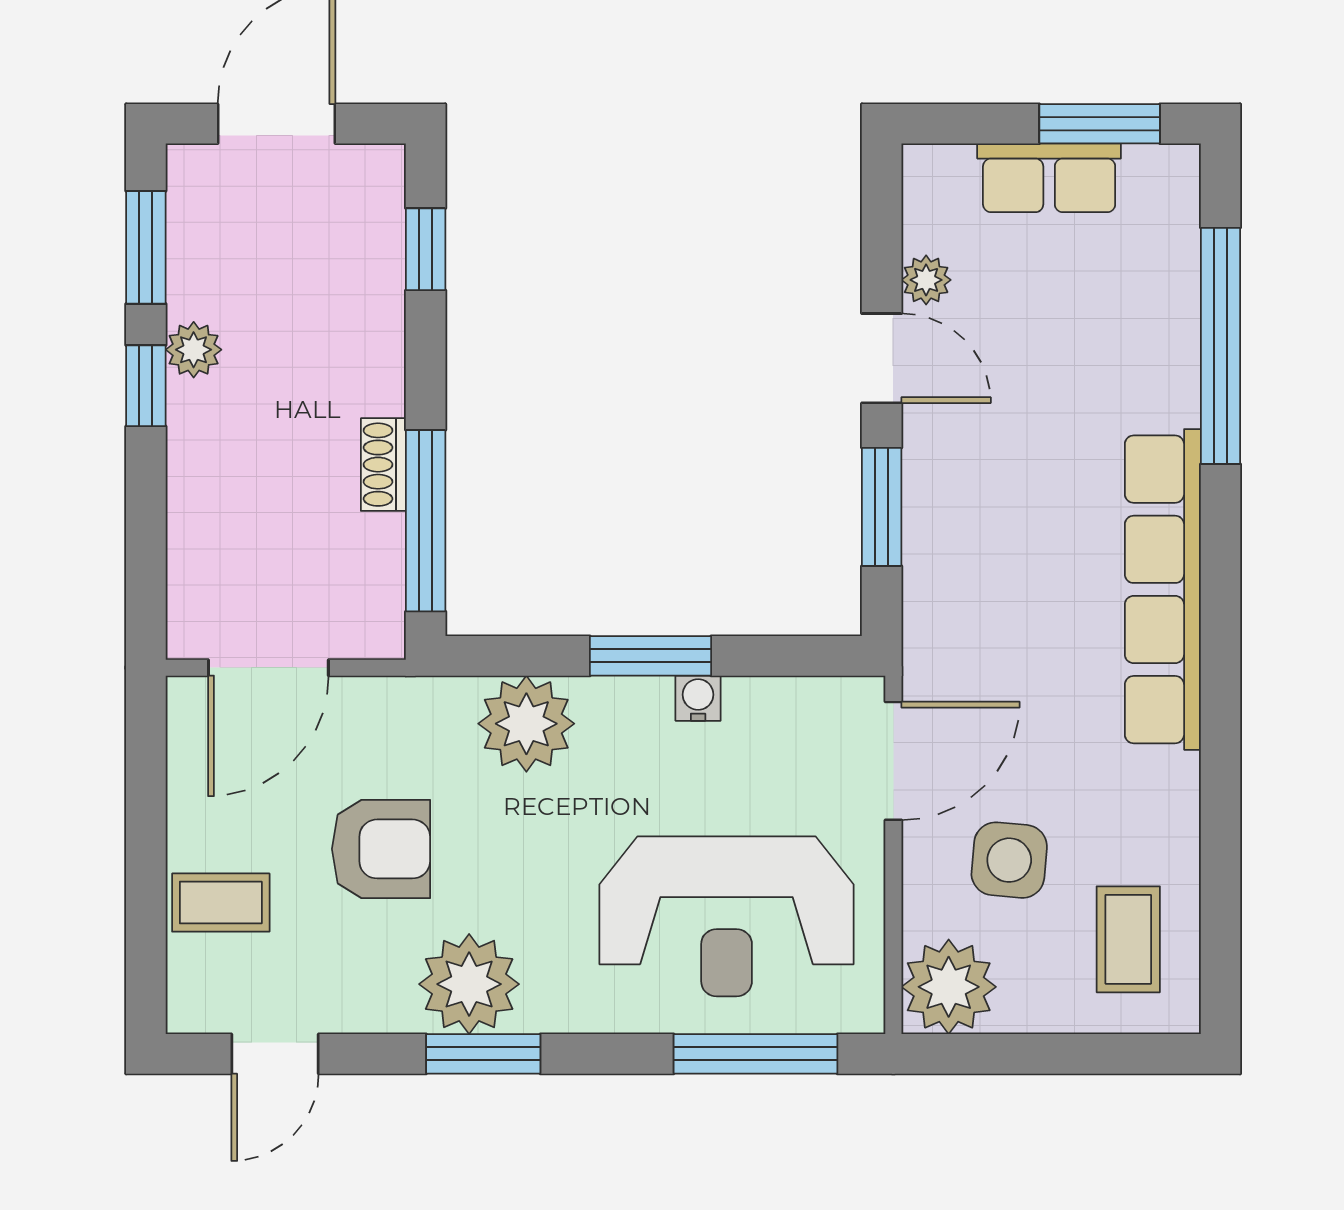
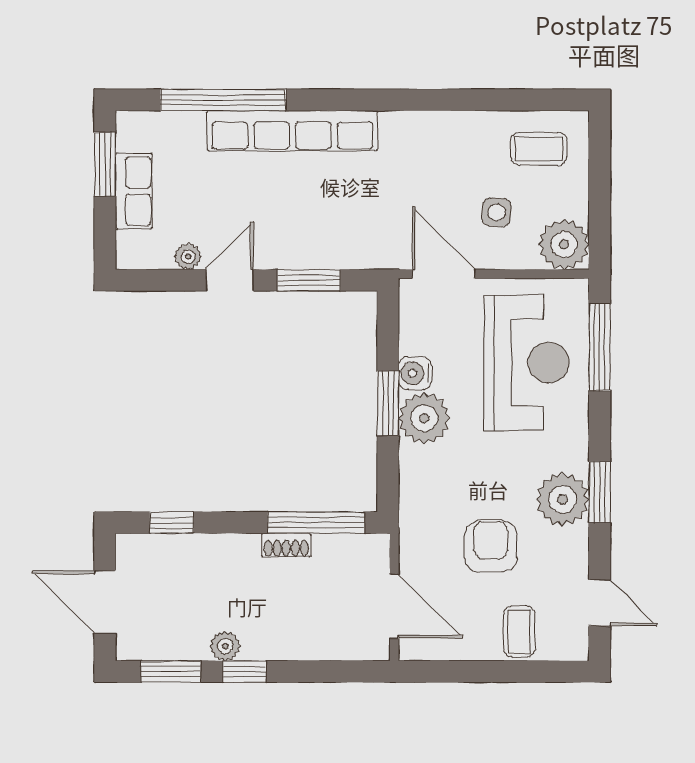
row of seats: (1163, 589) -> (292, 131), moved
water cooler: (698, 698) -> (415, 373), width x1.38, depth x1.38
plant: (526, 724) -> (424, 418), moved
side table: (1009, 860) -> (497, 212), width x0.73, depth x0.73

